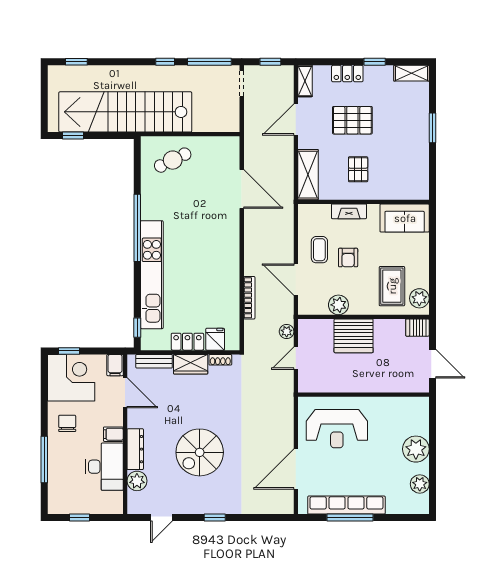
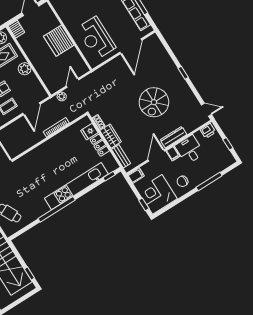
plant: (338, 305) -> (25, 69), moved
server rack: (354, 336) -> (59, 41), moved, turned 180
door: (296, 358) -> (73, 83), swing flipped
door: (125, 393) -> (156, 155), moved
reception desk: (337, 429) -> (96, 38), turned 180
spiral stairs: (200, 452) -> (154, 102), turned 90
desk: (104, 467) -> (190, 150), width x0.73
door: (296, 469) -> (131, 46), hinge flipped
plant: (137, 481) -> (190, 126), removed
printer: (114, 501) -> (208, 131), added
door: (162, 518) -> (206, 110), moved

